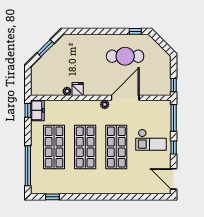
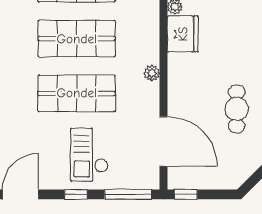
cafe table: (125, 56) -> (237, 109), width x0.73, depth x0.74
fridge: (78, 89) -> (183, 34), width x1.88, depth x1.34
door: (125, 98) -> (163, 141), moved

